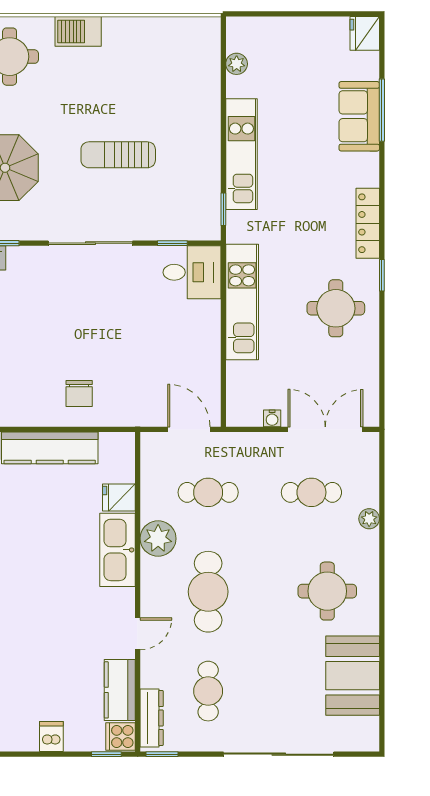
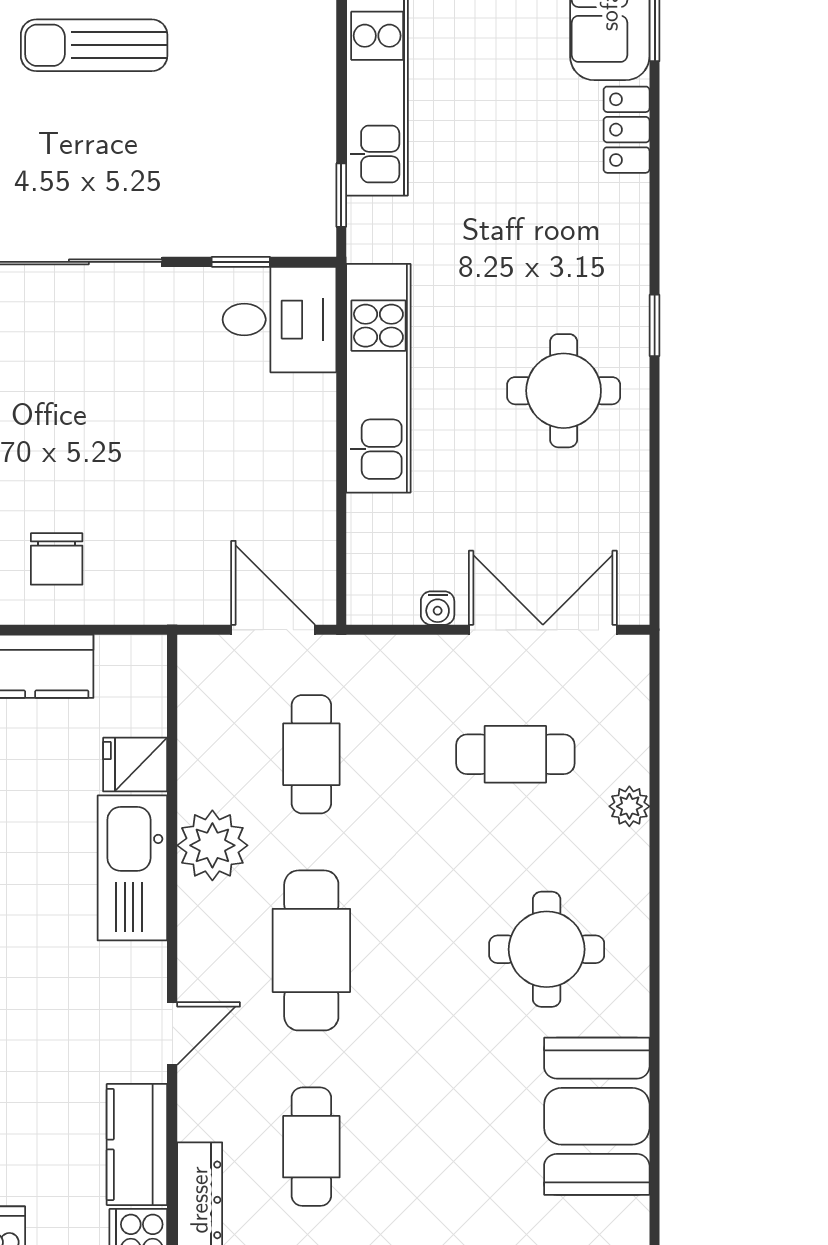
sun lounger: (118, 155) -> (94, 45), moved
locker: (368, 223) -> (627, 130), moved, width x0.66
cafe table: (208, 492) -> (311, 754), turned 90

